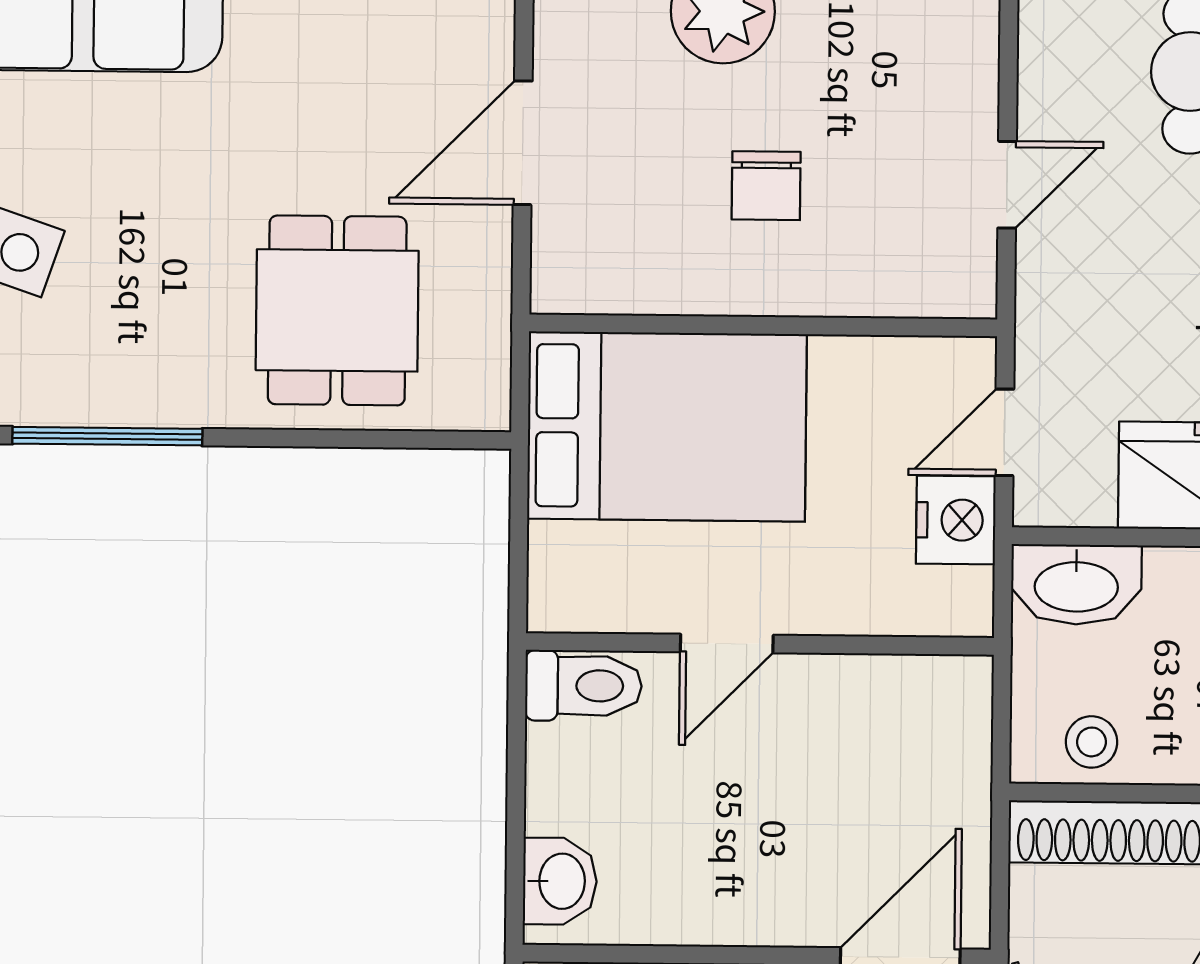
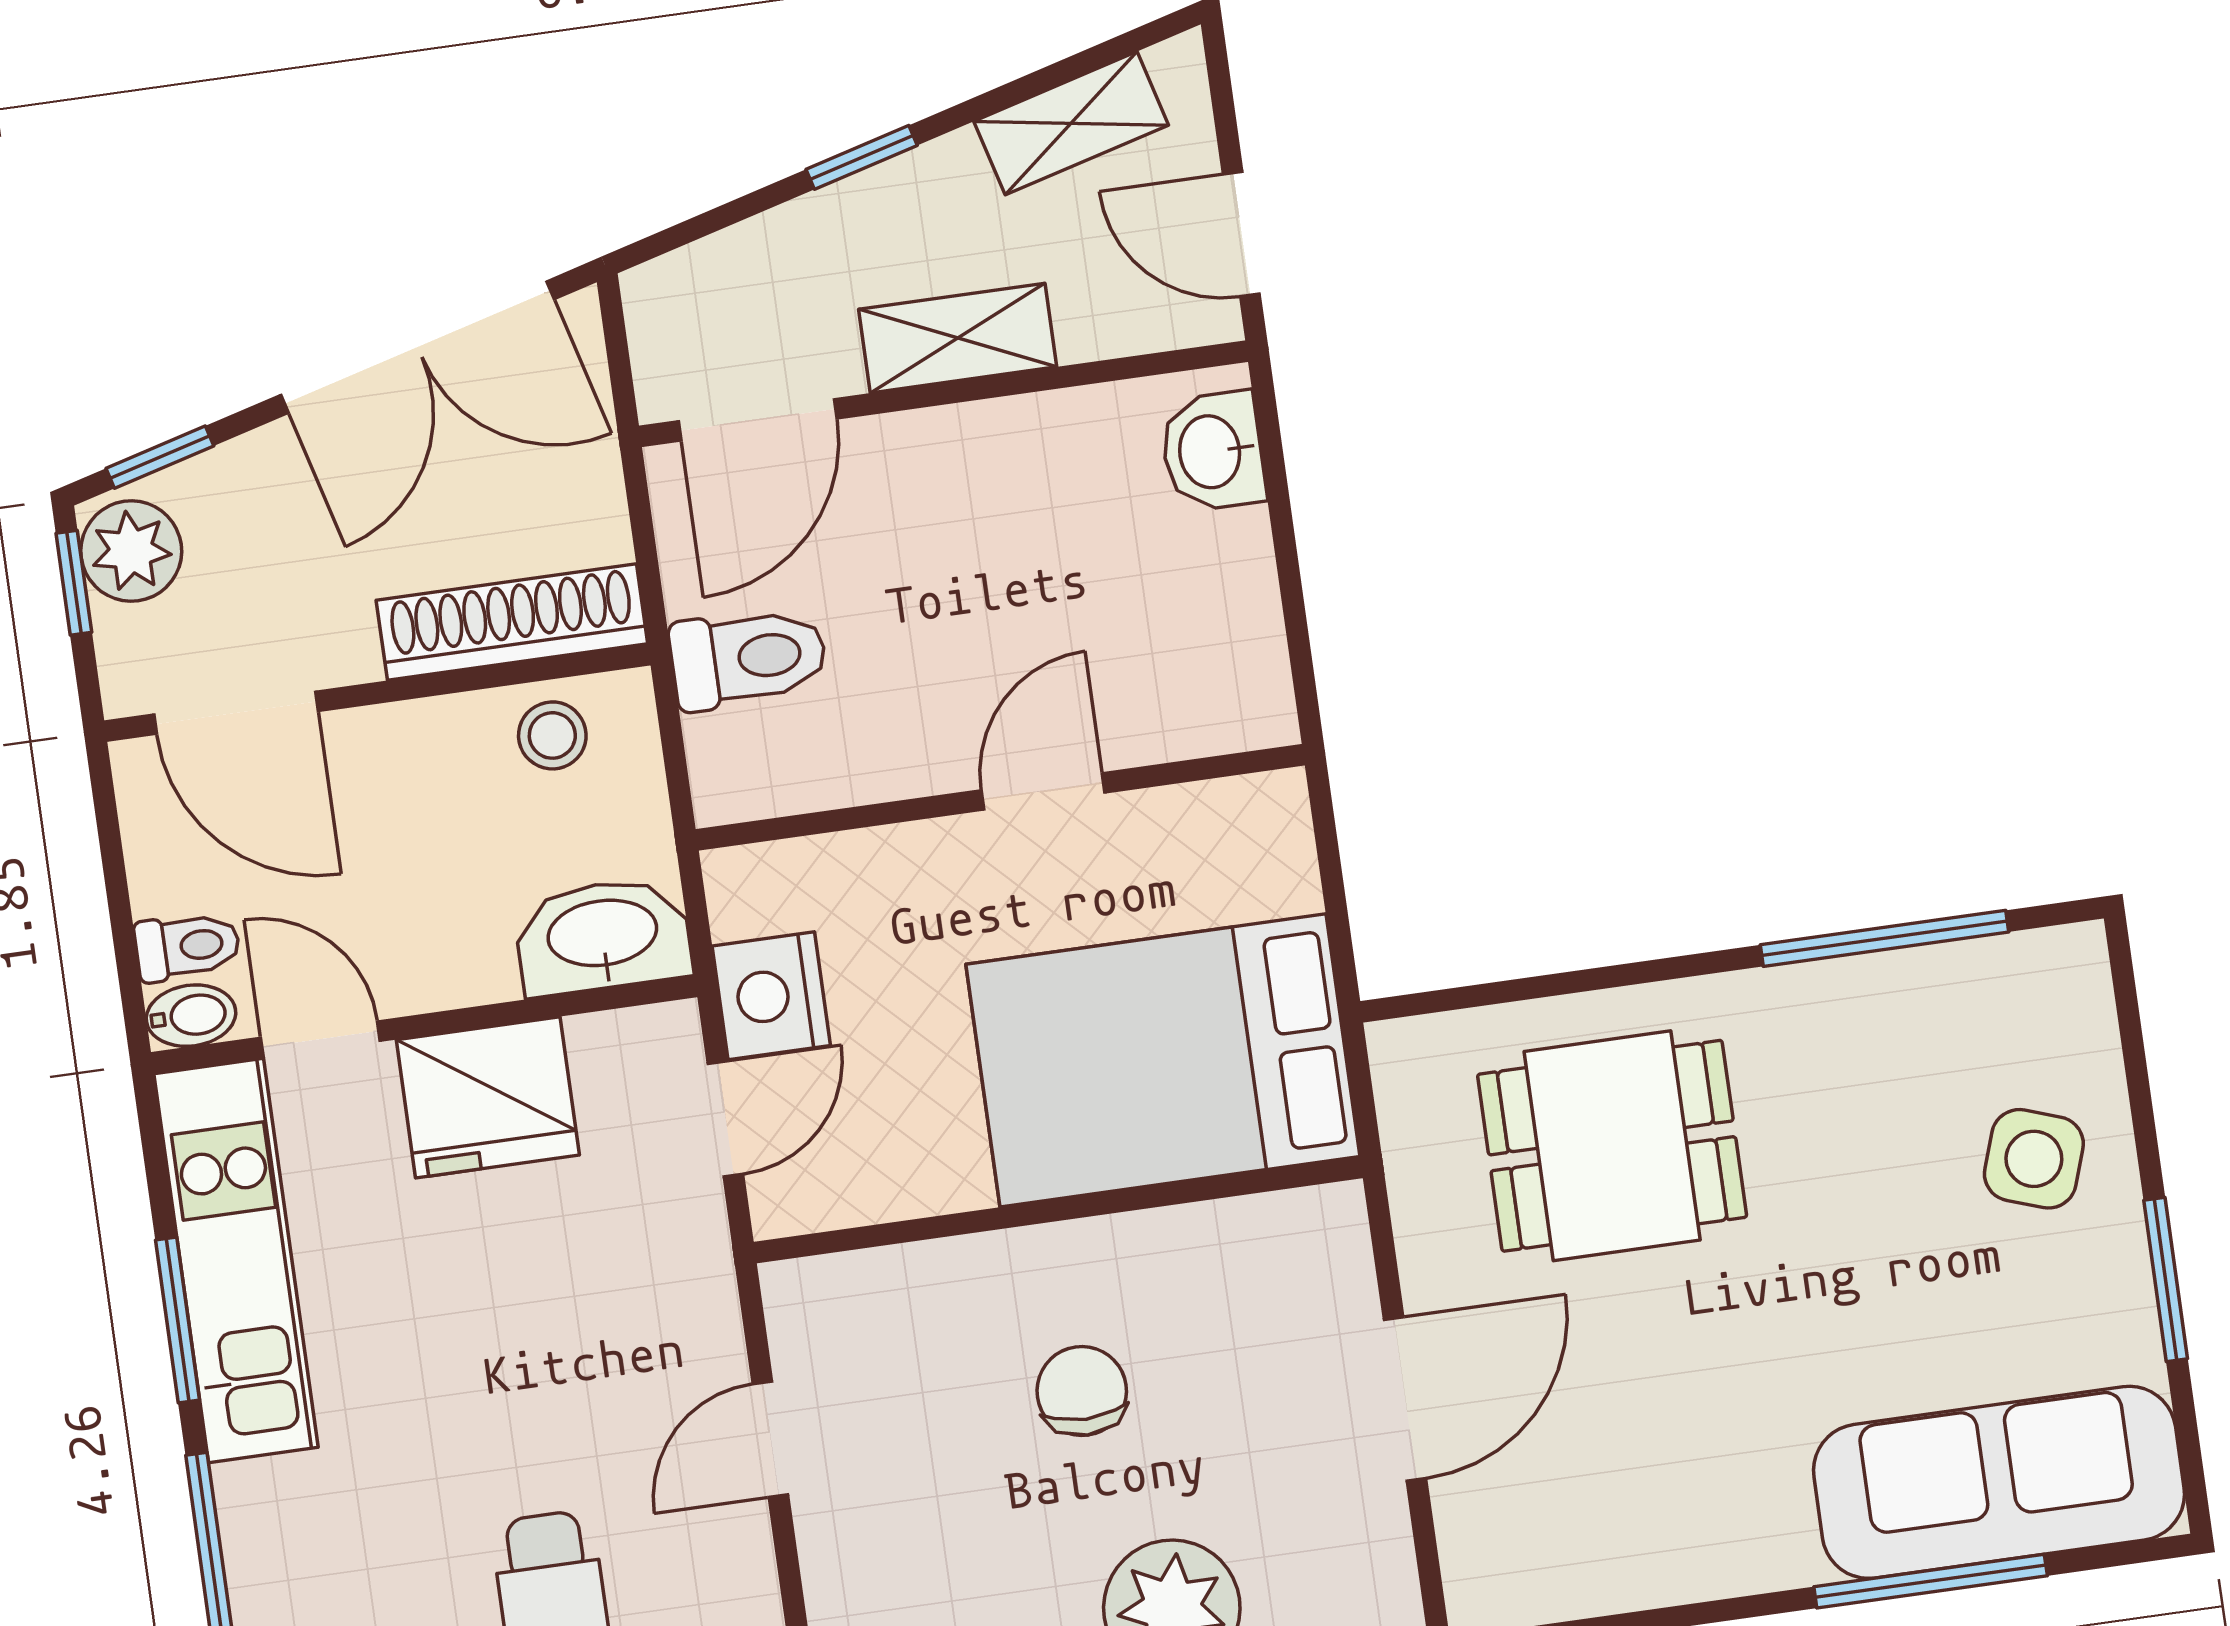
dining table: (337, 310) -> (1612, 1146), turned 90
toilet: (583, 686) -> (748, 658), moved, turned 180

